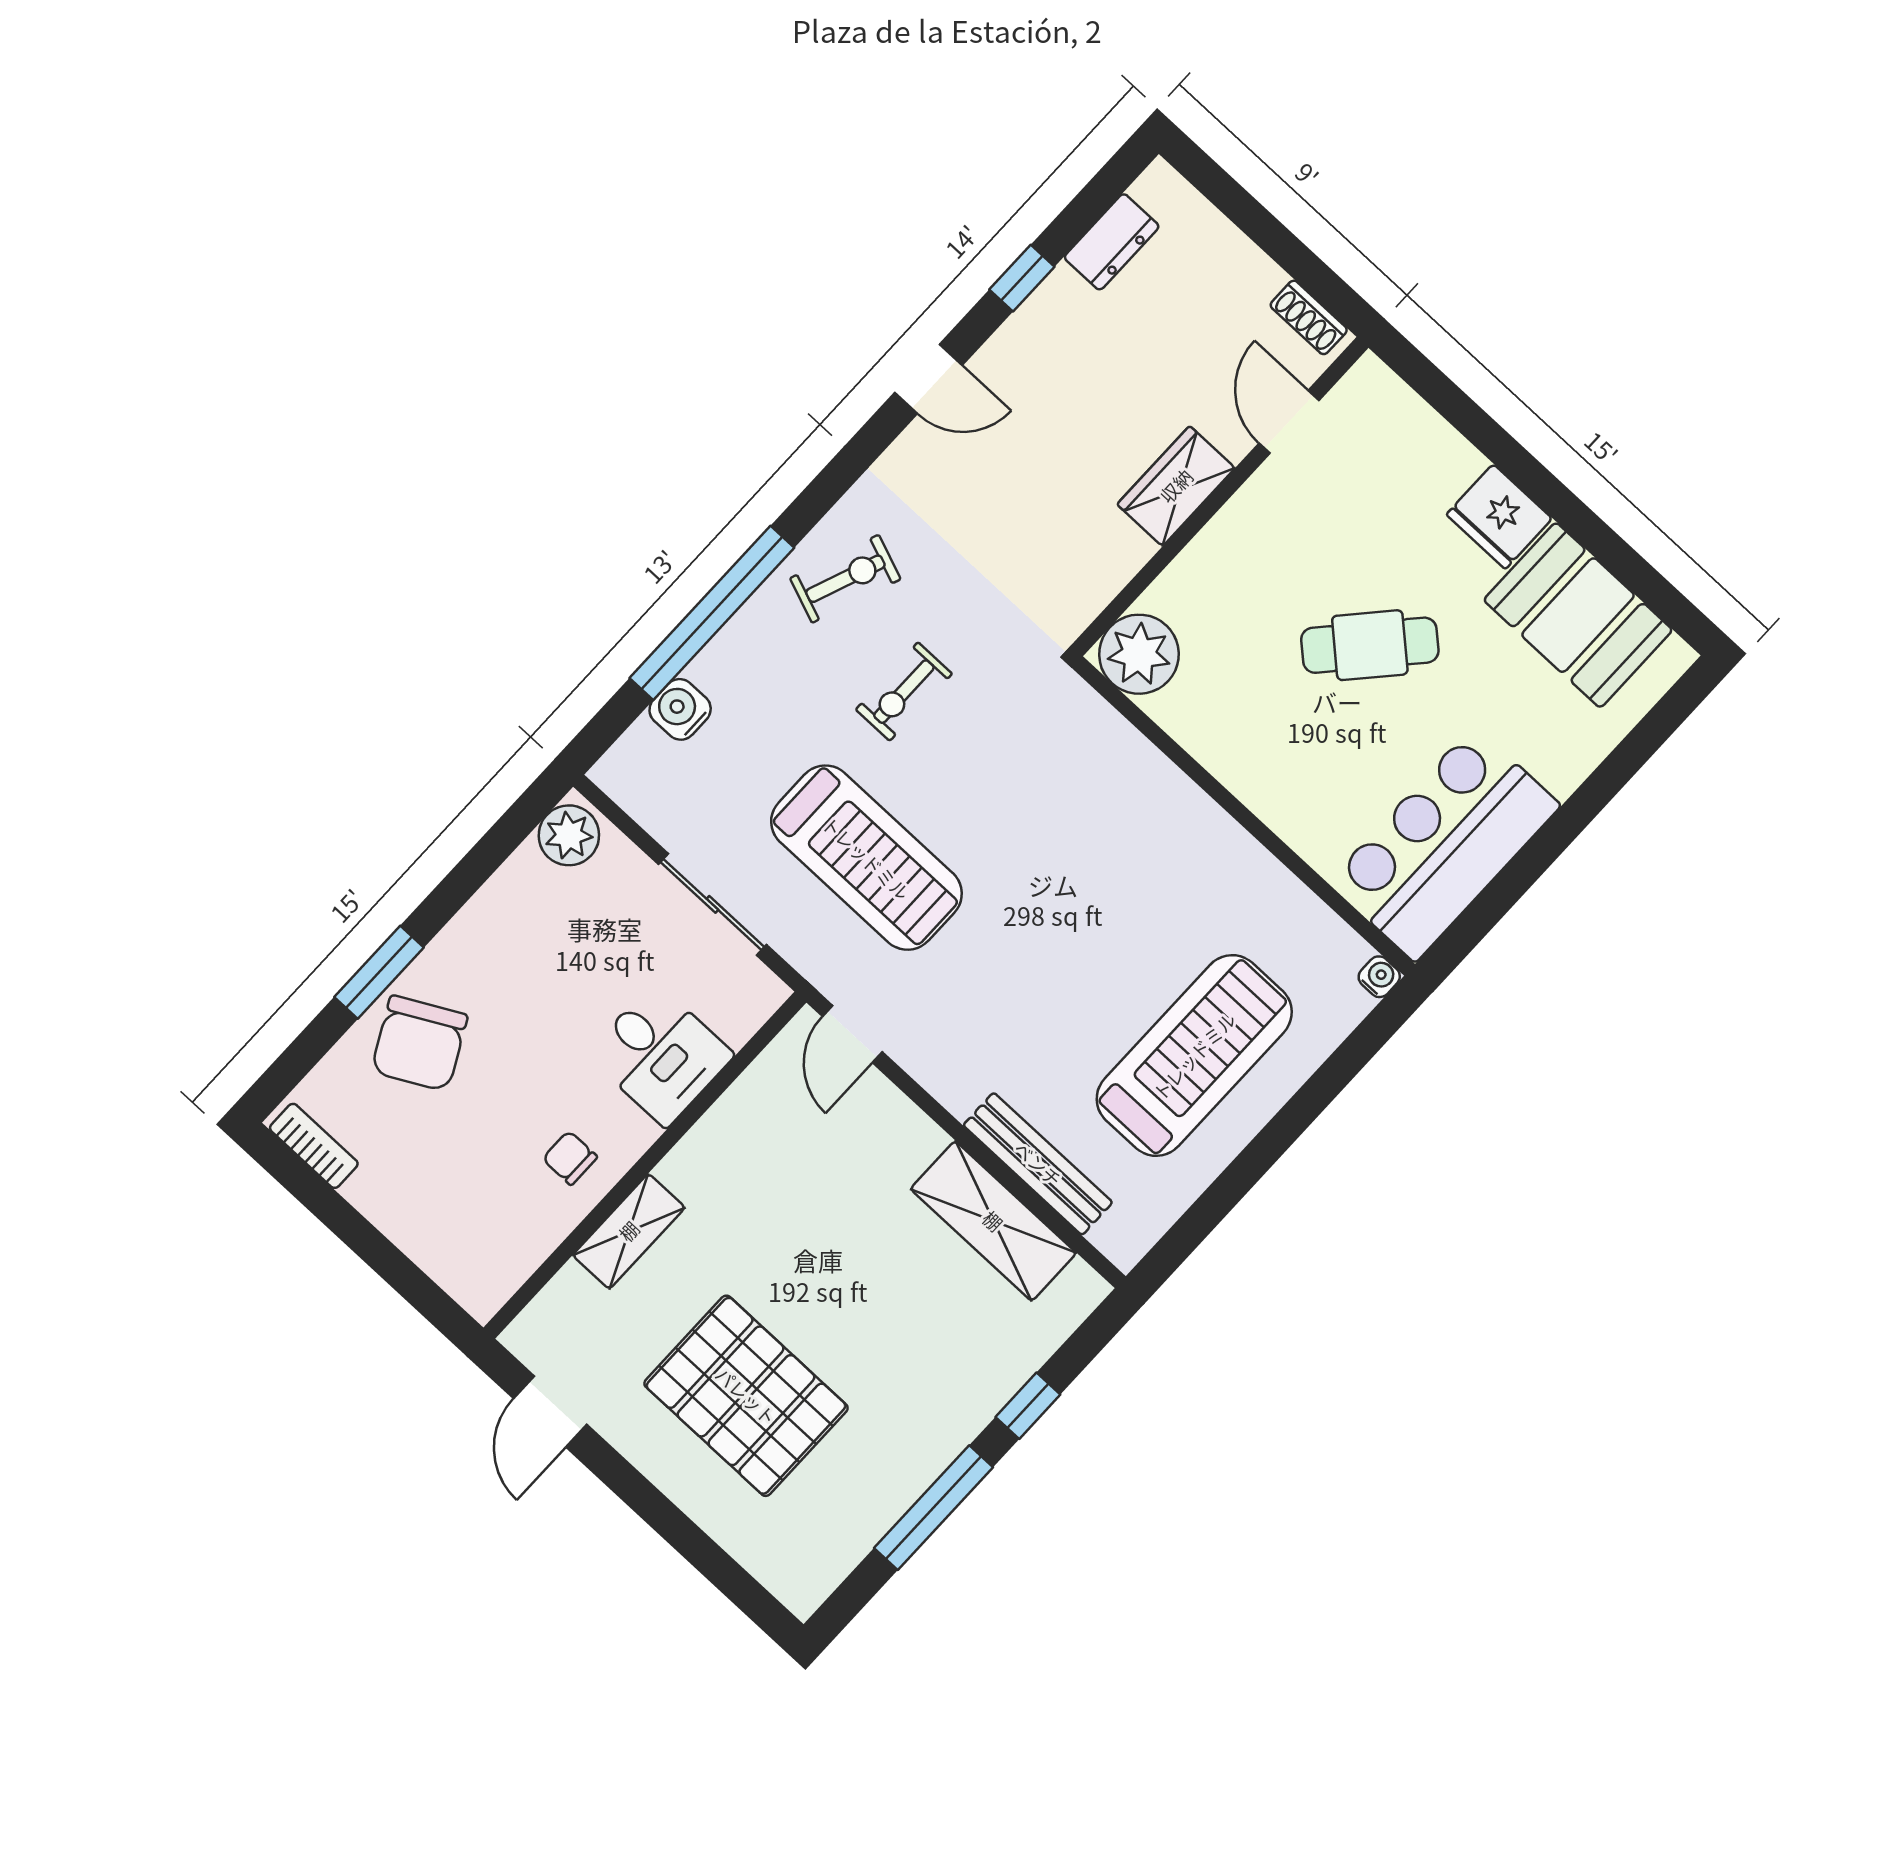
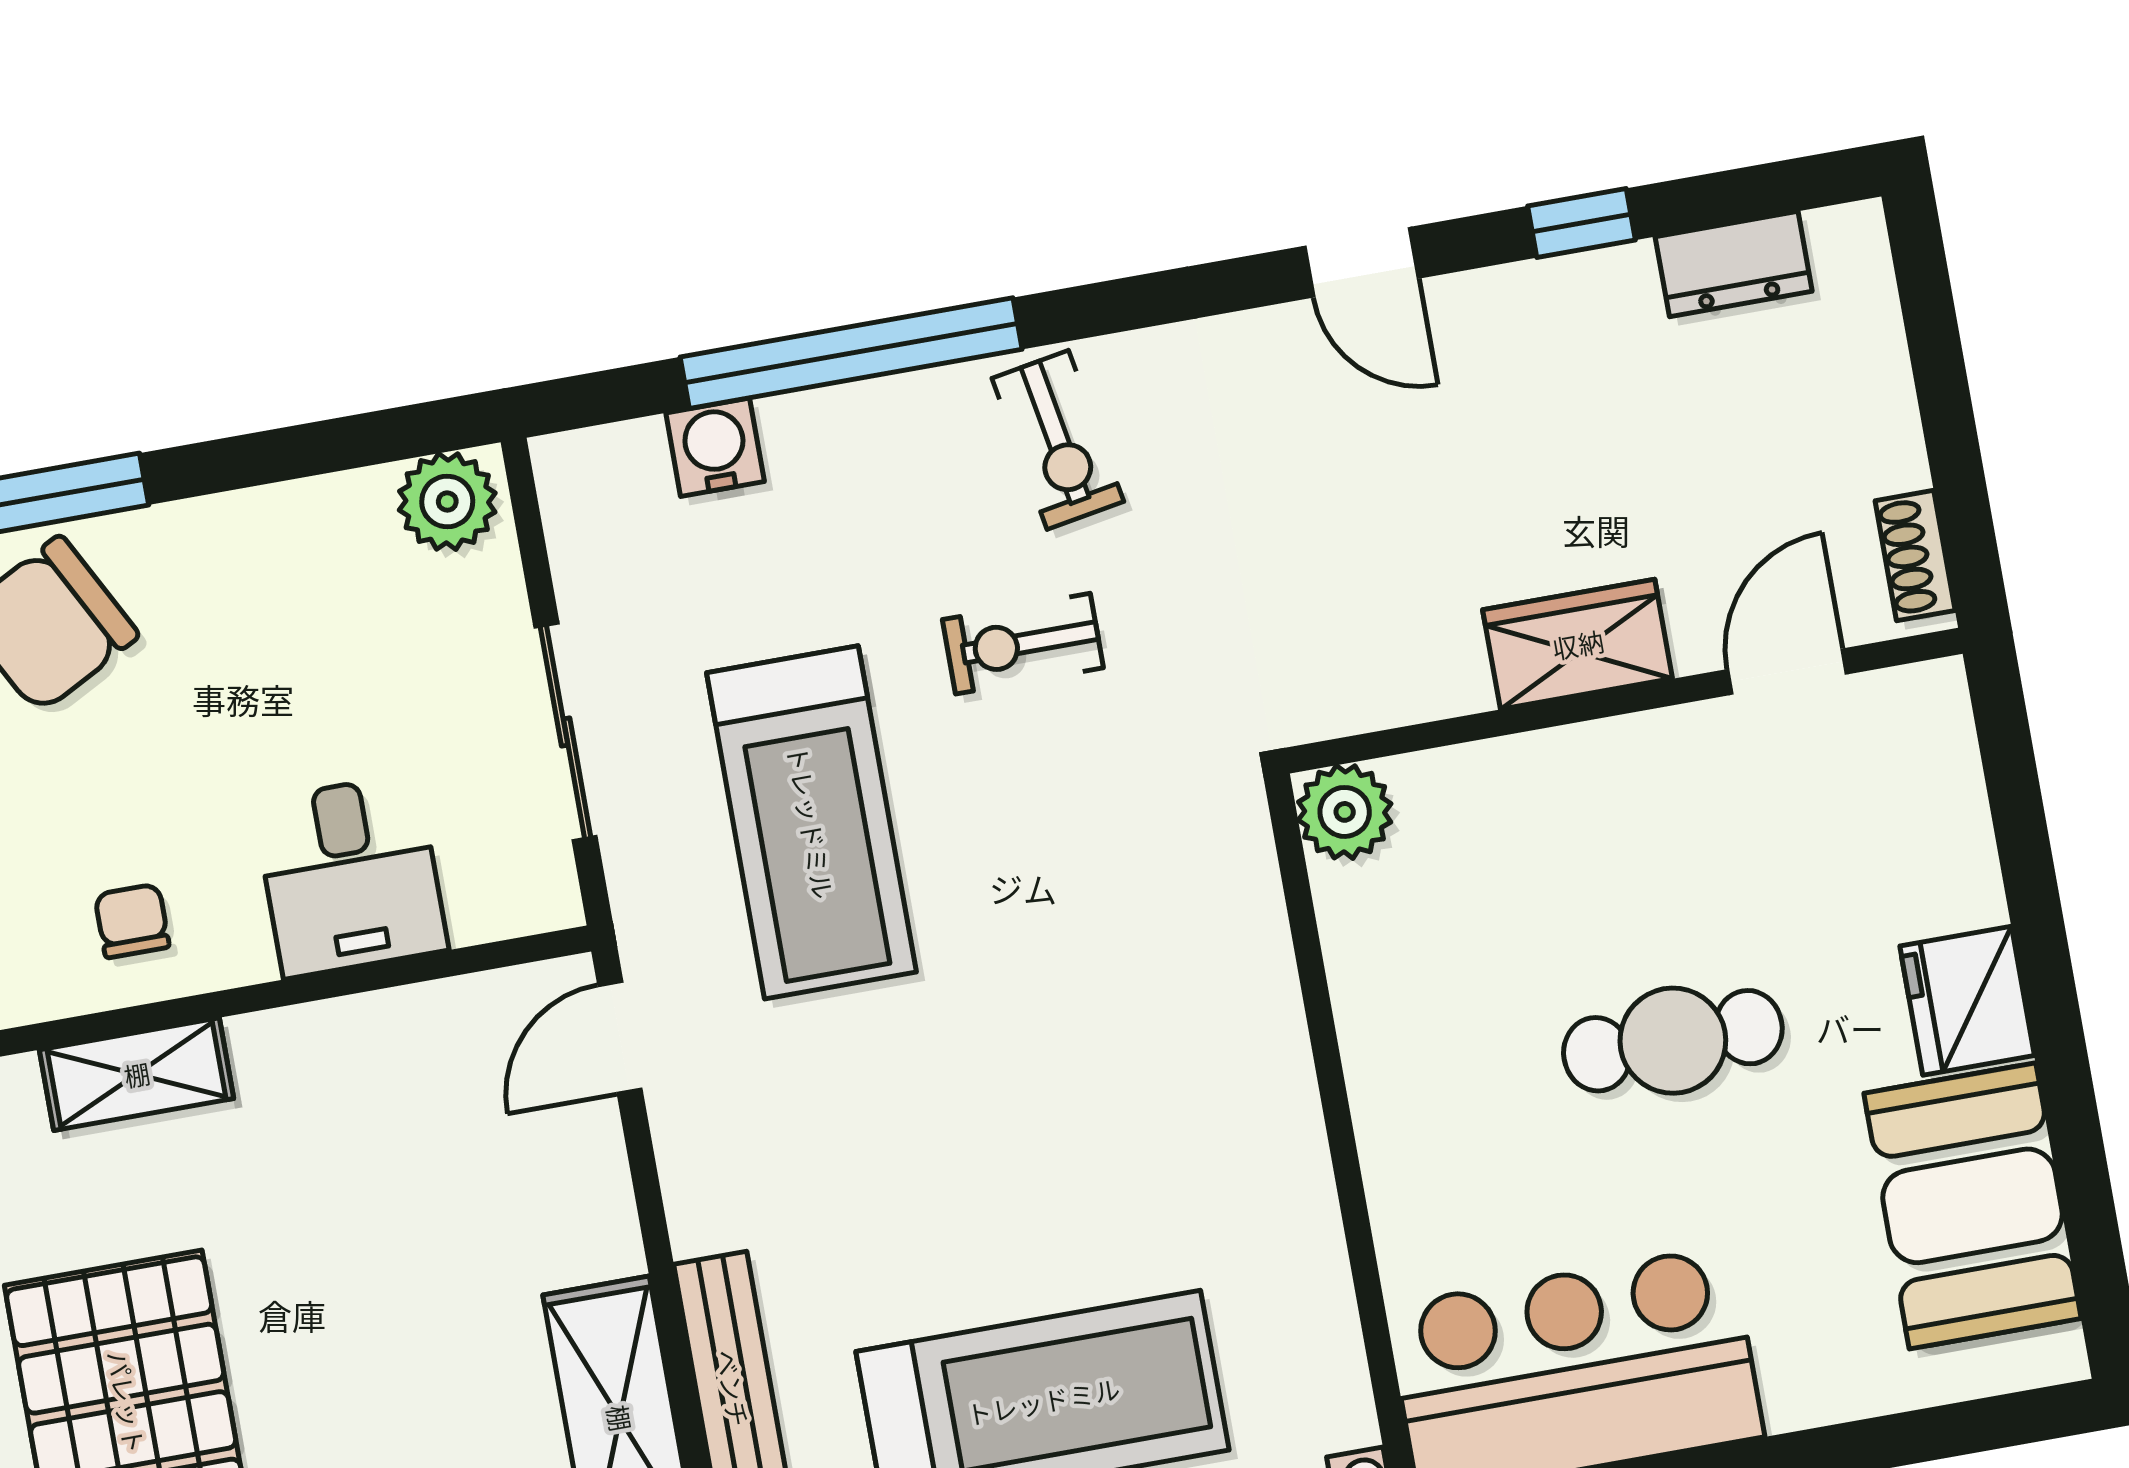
exercise bike: (845, 579) -> (1058, 440), turned 59
cafe table: (1370, 645) -> (1673, 1041), turned -42
plant: (1139, 654) -> (1345, 812), width x0.73, depth x0.73

